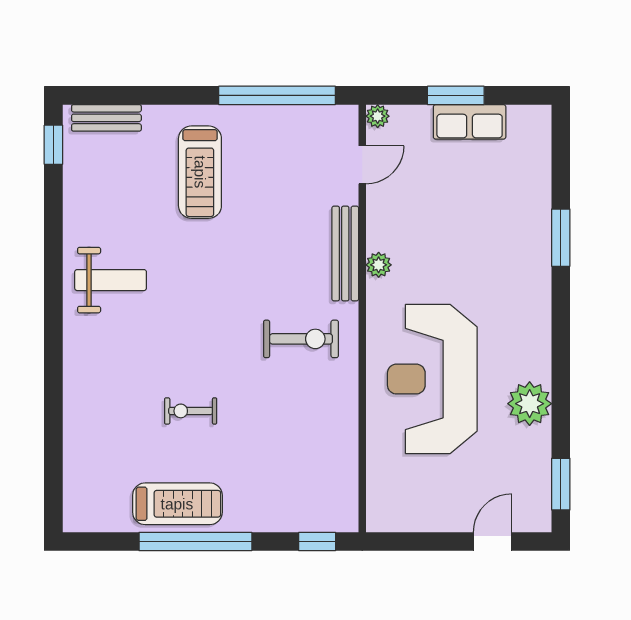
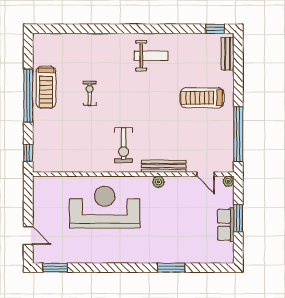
weight bench: (111, 280) -> (151, 56), turned -90
plant: (530, 404) -> (93, 253), removed

